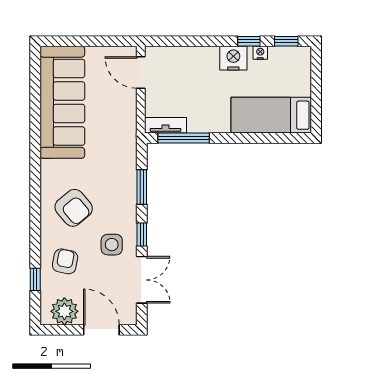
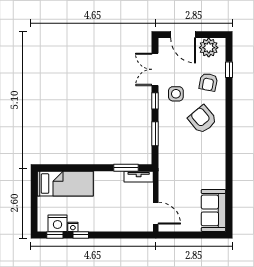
nightstand: (233, 58) -> (58, 223), moved
sofa: (62, 102) -> (213, 210), width x0.54, depth x0.79
window: (184, 138) -> (126, 168), width x0.69

